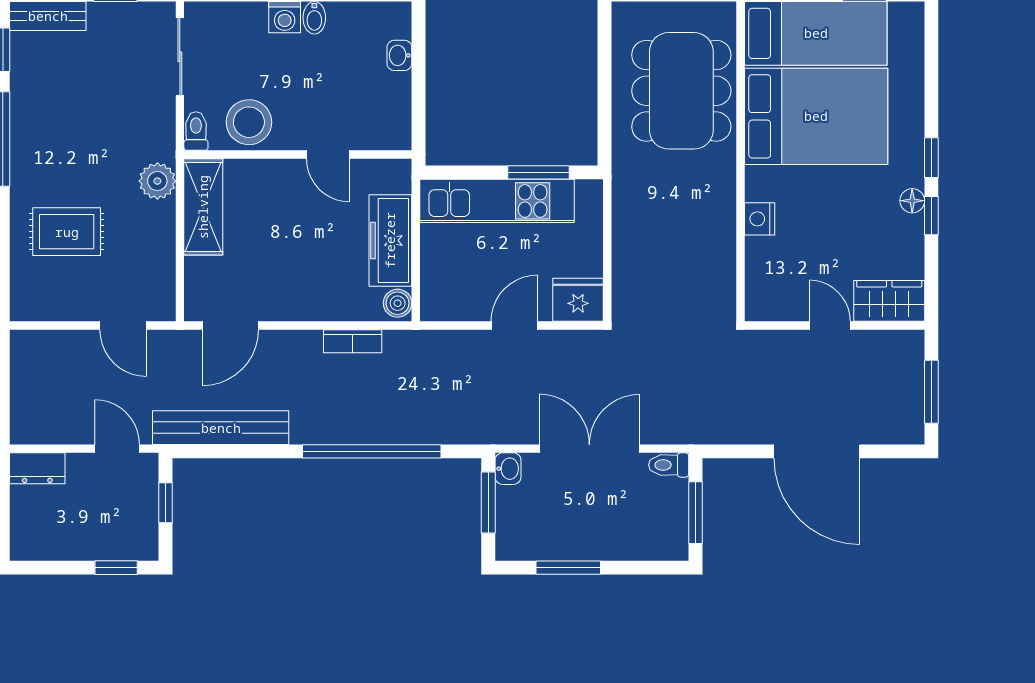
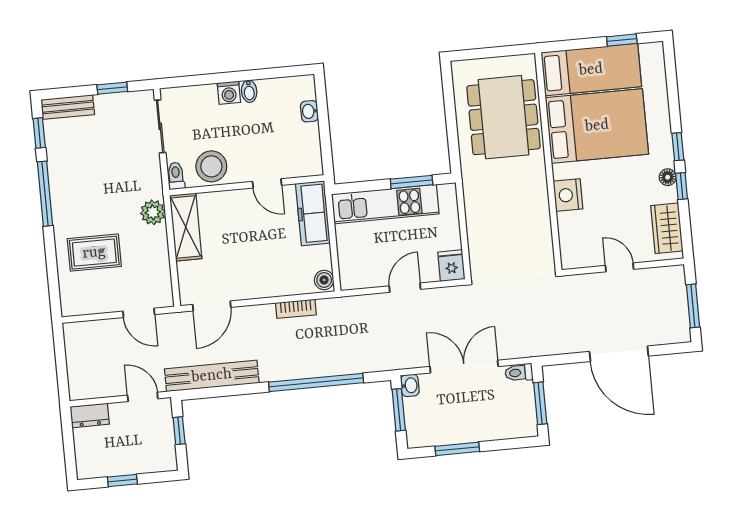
nightstand: (760, 219) -> (568, 195), width x1.36, depth x1.33
freezer: (390, 240) -> (313, 213), moved
fridge: (578, 300) -> (451, 266), width x0.72
wardrobe: (889, 301) -> (667, 228), moved, turned -90
window: (116, 568) -> (122, 481), moved

